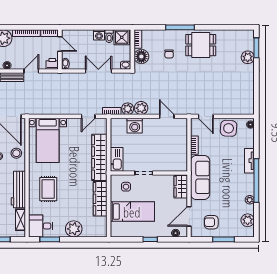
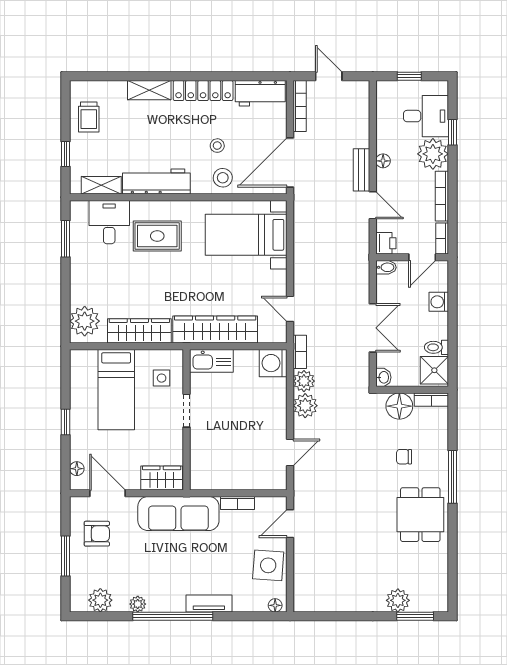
washing machine: (99, 35) -> (439, 302), moved
washing machine: (135, 126) -> (273, 363), moved
armchair: (211, 222) -> (97, 534), turned 90
desk: (41, 226) -> (109, 222), moved
plant: (74, 229) -> (85, 321), moved

